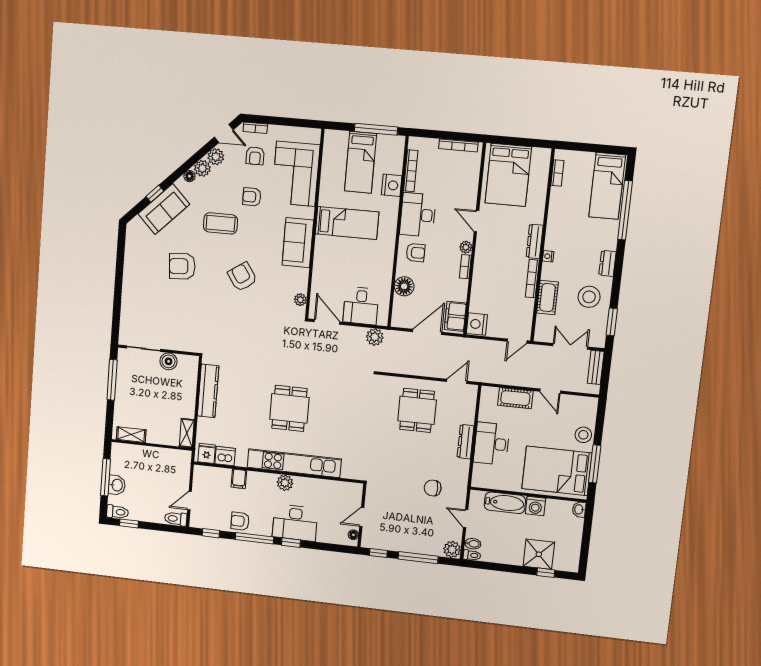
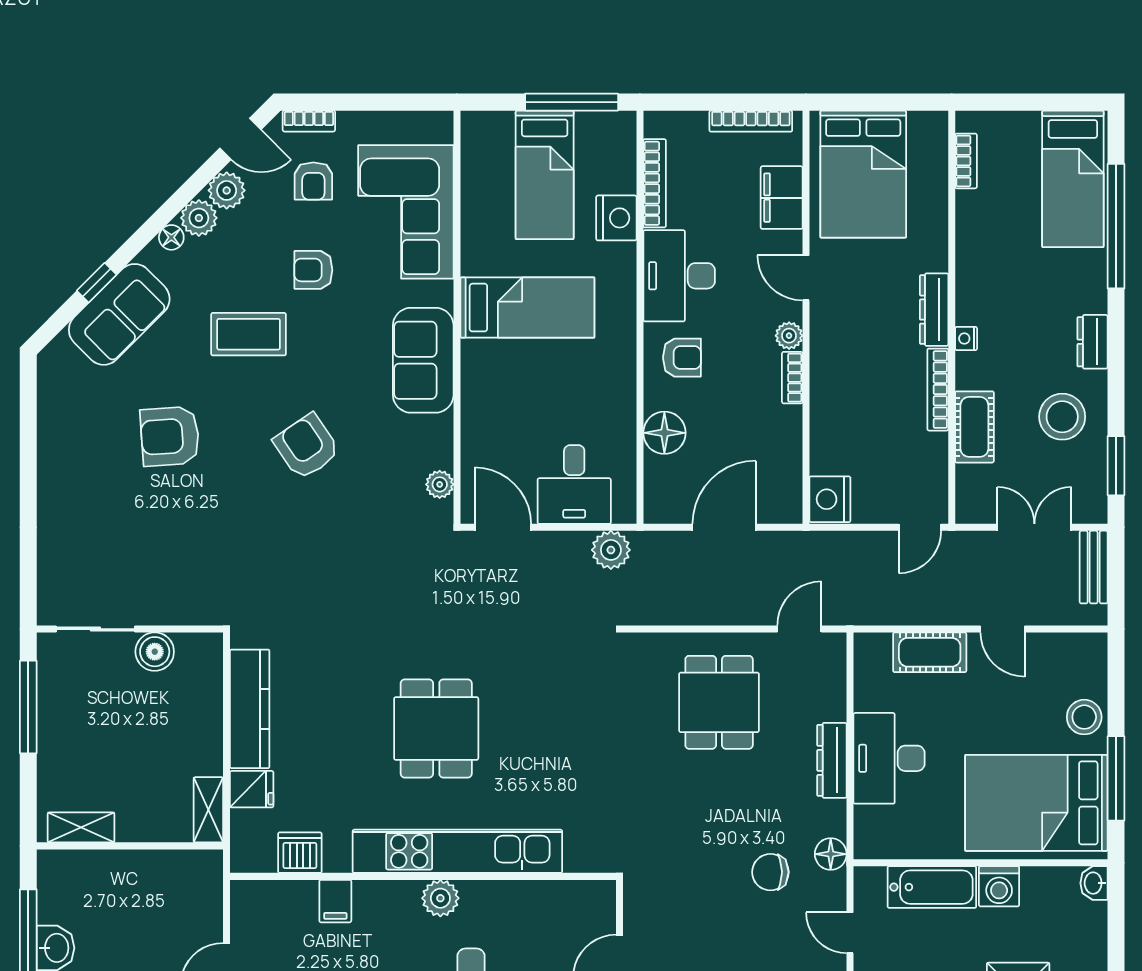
filing cabinet: (455, 316) -> (782, 198), moved
fridge: (207, 453) -> (252, 789), moved, turned 90
floor lamp: (461, 483) -> (831, 854), added

